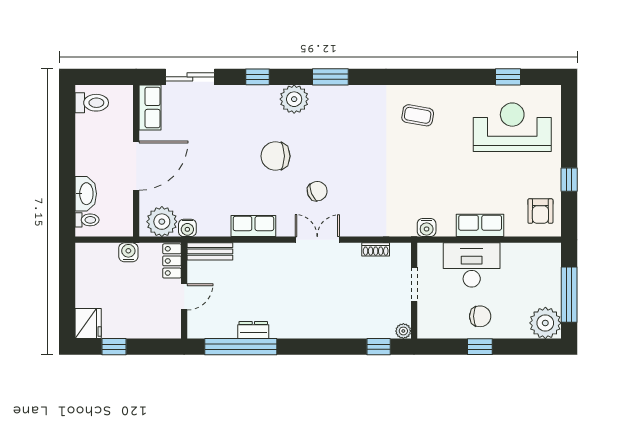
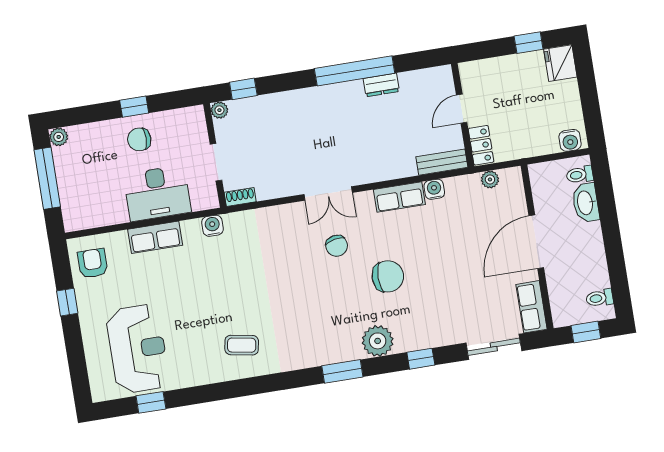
window: (105, 77) -> (586, 332), added
toilet: (92, 103) -> (600, 298), width x0.73, depth x0.72
reception desk: (512, 127) -> (138, 349), turned -90
chair: (317, 191) -> (337, 246), turned -79
plant: (162, 222) -> (490, 179), width x0.53, depth x0.53
water cooler: (187, 228) -> (434, 189), moved
shoe rack: (376, 249) -> (240, 197), moved
water cooler: (128, 252) -> (570, 140), moved
plant: (545, 323) -> (59, 137), width x0.53, depth x0.53
window: (241, 347) -> (355, 71), moved

